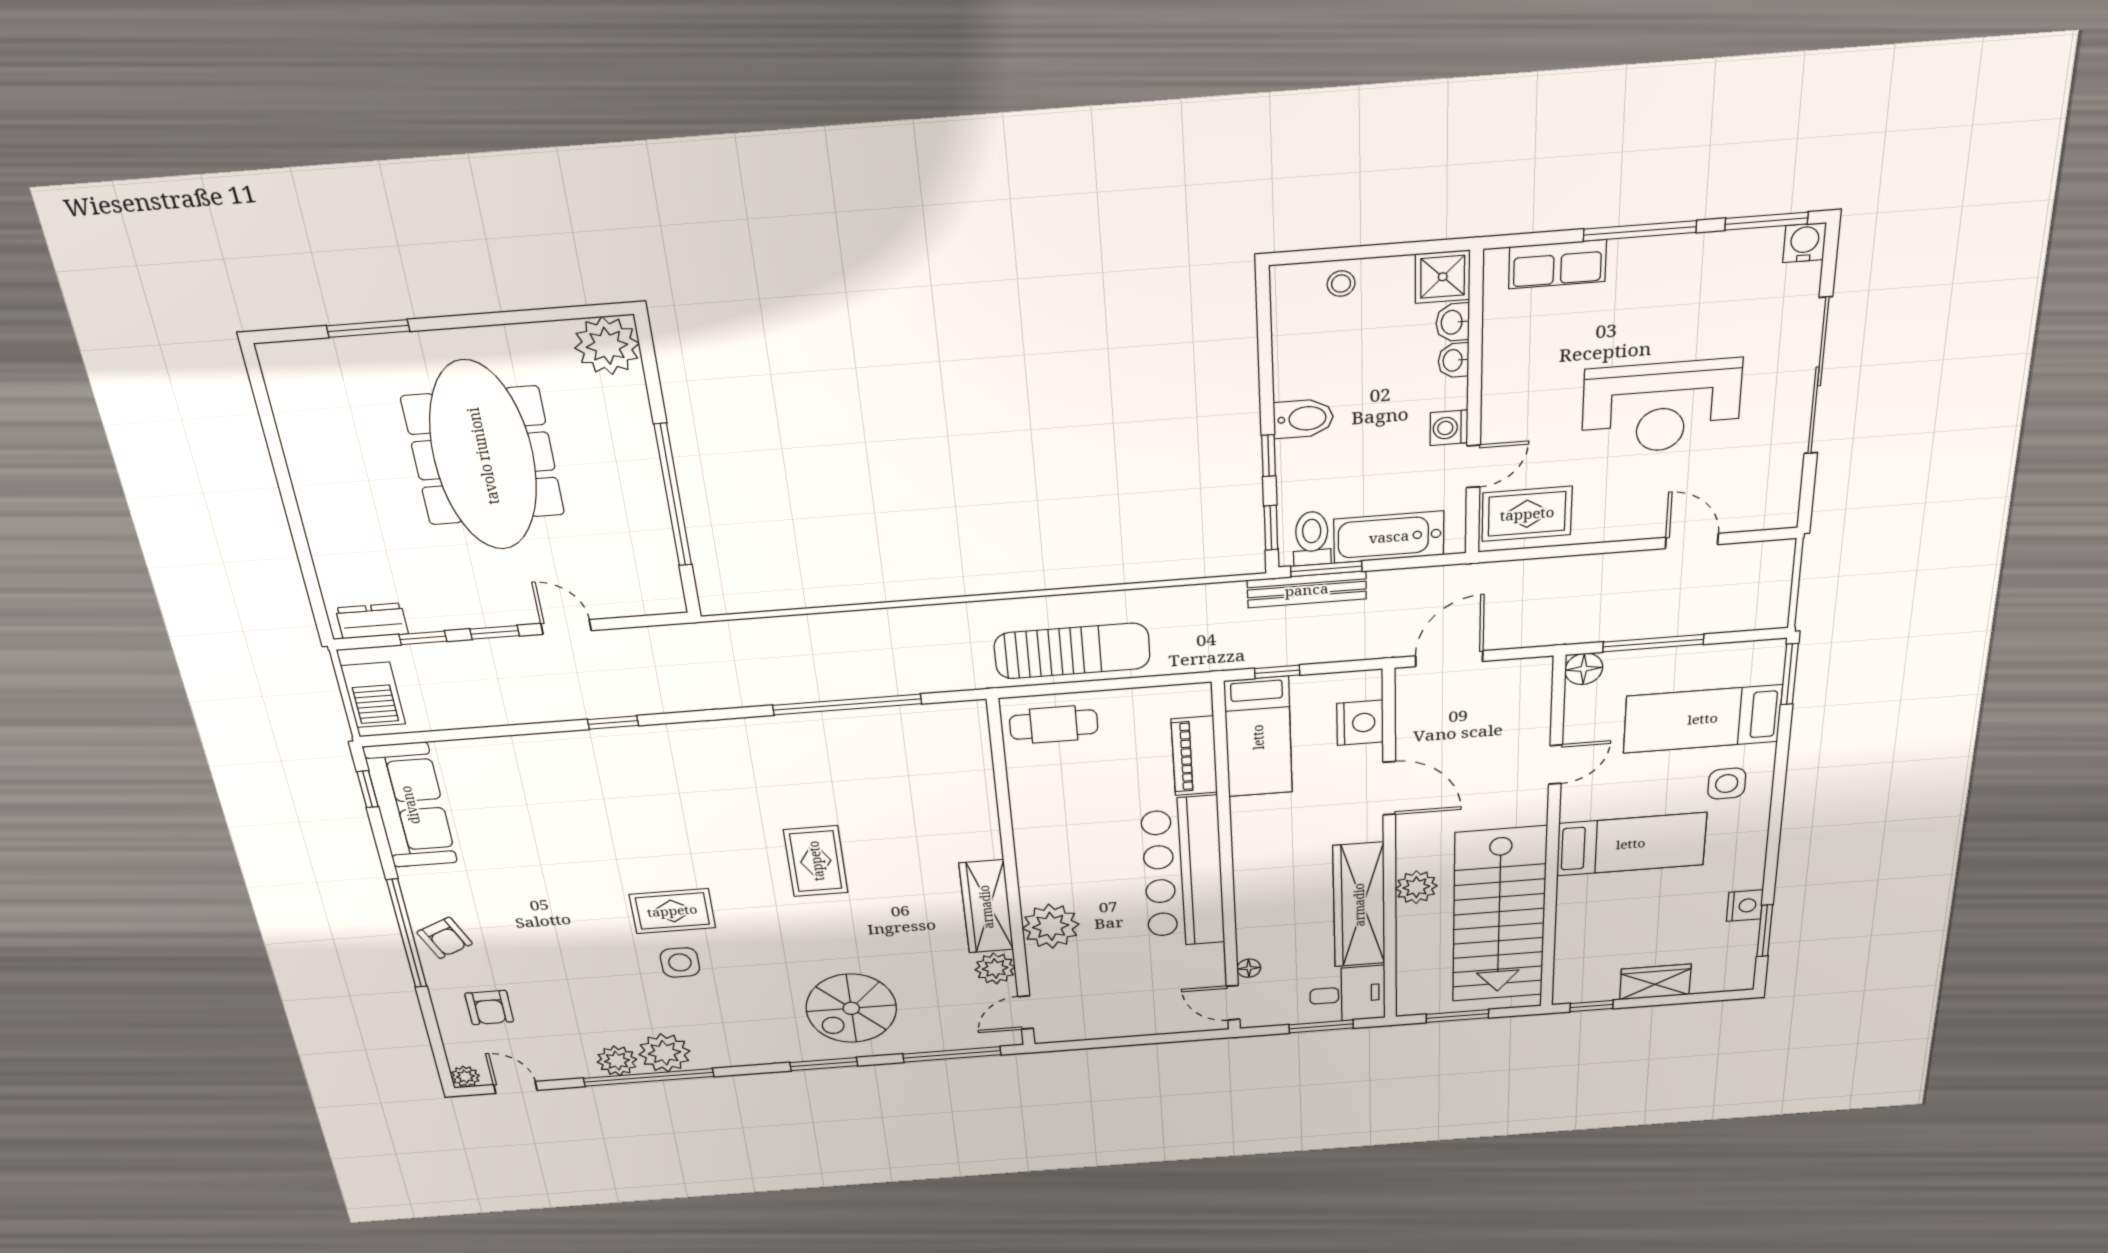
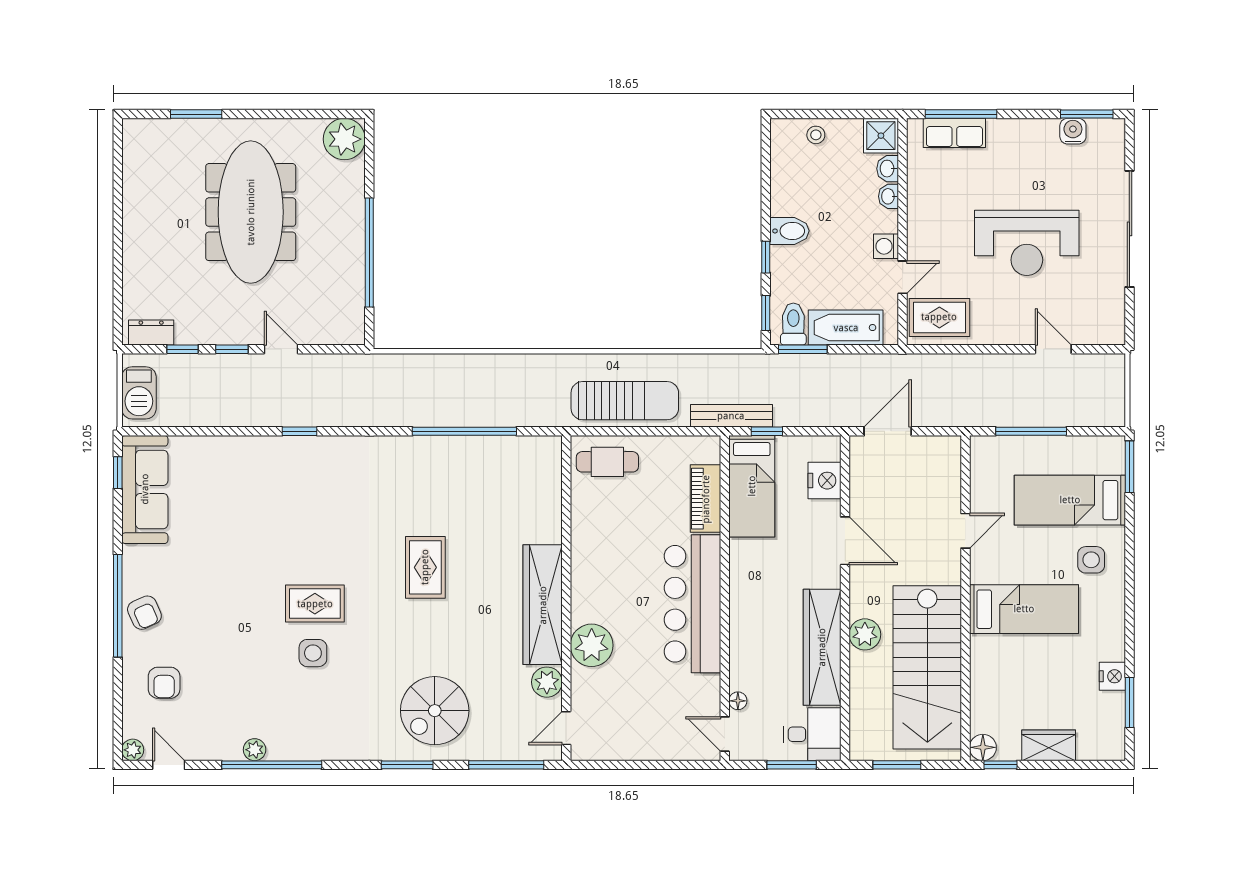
window: (1640, 231) -> (961, 114), moved
water cooler: (1805, 243) -> (1073, 131), moved
bench: (1307, 590) -> (731, 416), moved
floor lamp: (1584, 669) -> (983, 747), moved
wardrobe: (986, 907) -> (543, 605), width x1.40, depth x1.17
plant: (664, 1053) -> (288, 741), removed
plant: (617, 1061) -> (255, 750), width x0.73, depth x0.73

